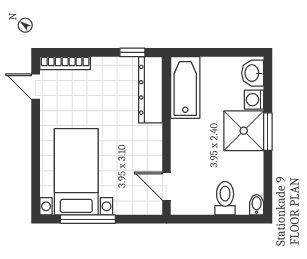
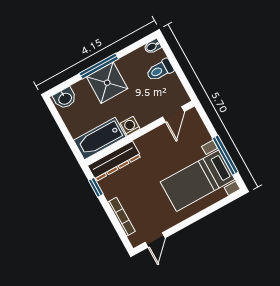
bookcase: (65, 63) -> (121, 217), moved
washing machine: (254, 100) -> (130, 126), moved, turned 180
window: (268, 132) -> (99, 66), width x1.44

